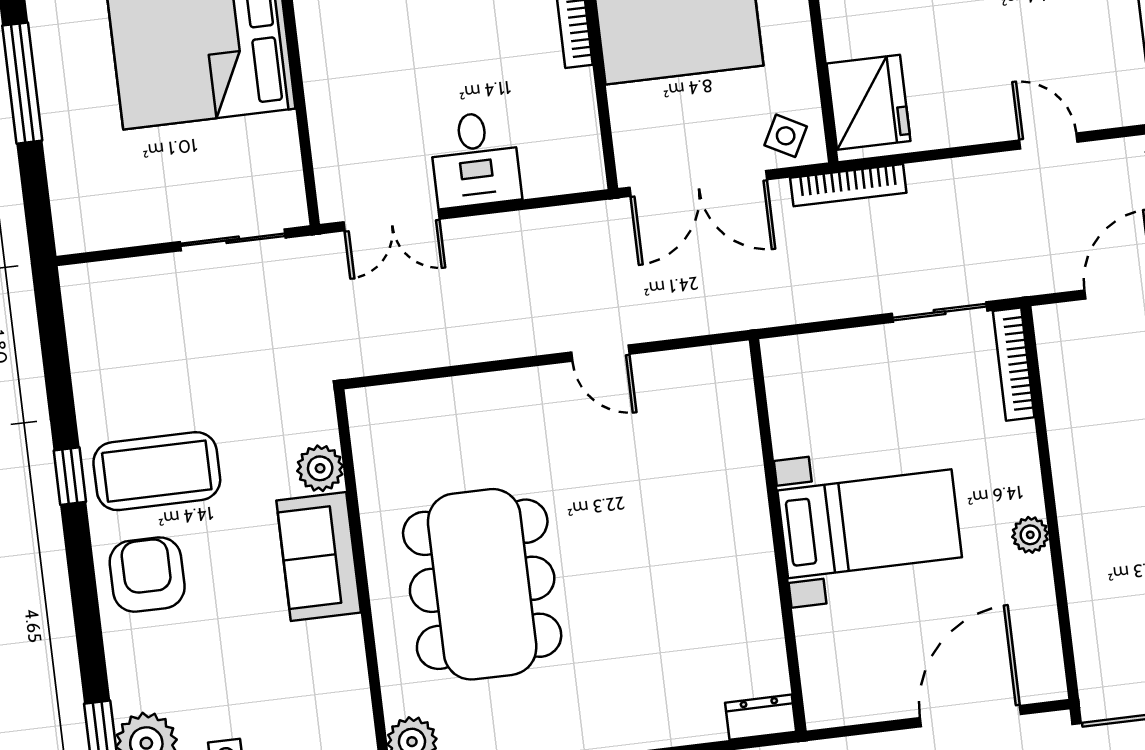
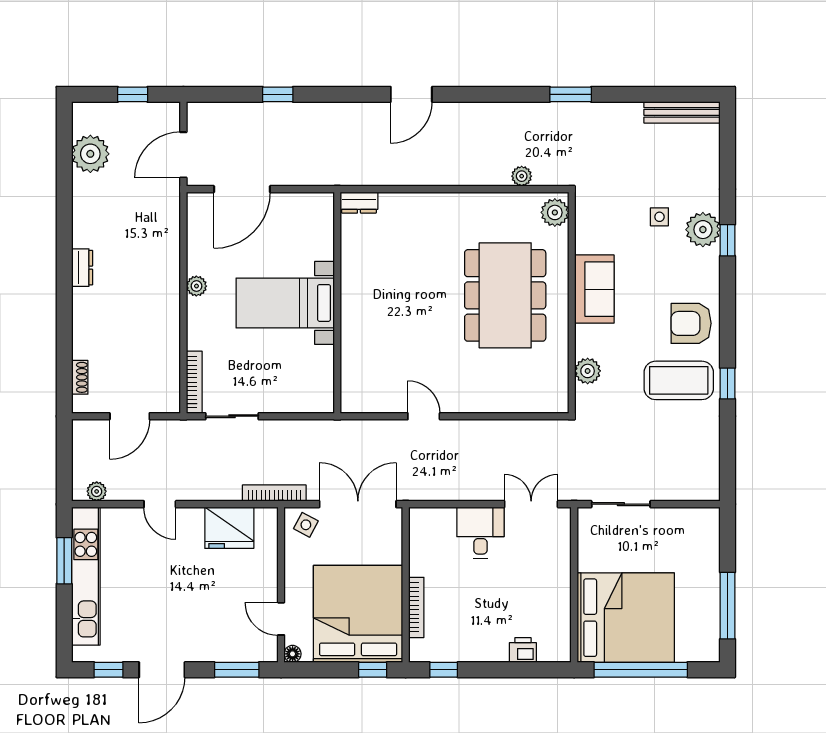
fridge: (868, 102) -> (229, 528), moved, turned -90
sofa: (319, 557) -> (594, 289), moved
armchair: (147, 575) -> (691, 323), turned 90

